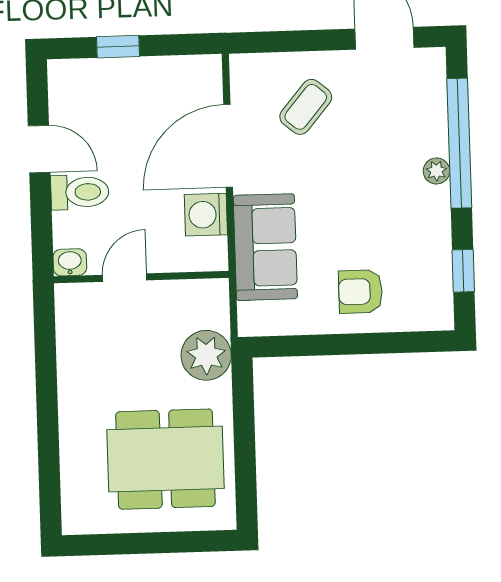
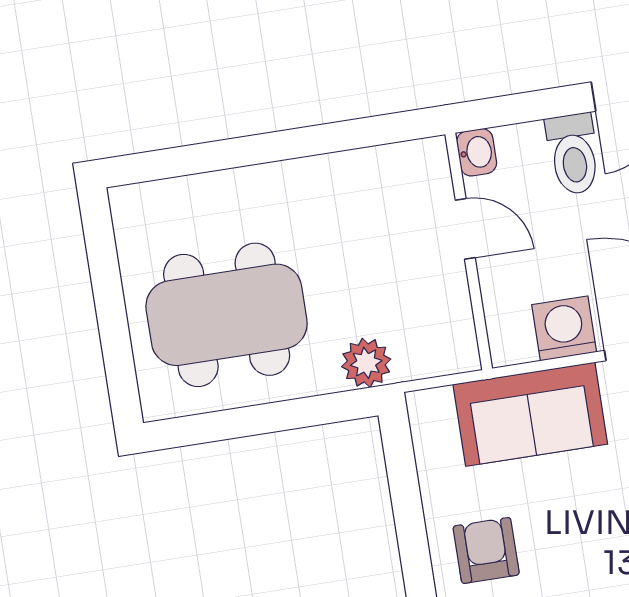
plant: (206, 355) -> (366, 363), width x0.73, depth x0.73
dining table: (165, 459) -> (227, 315), turned 90

